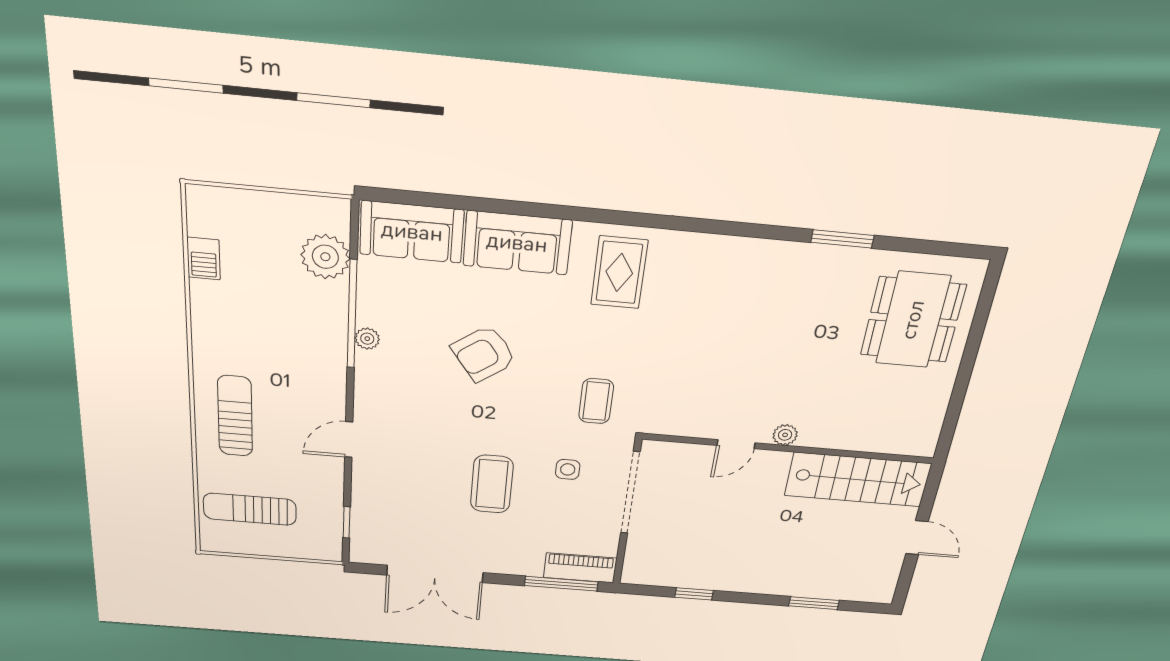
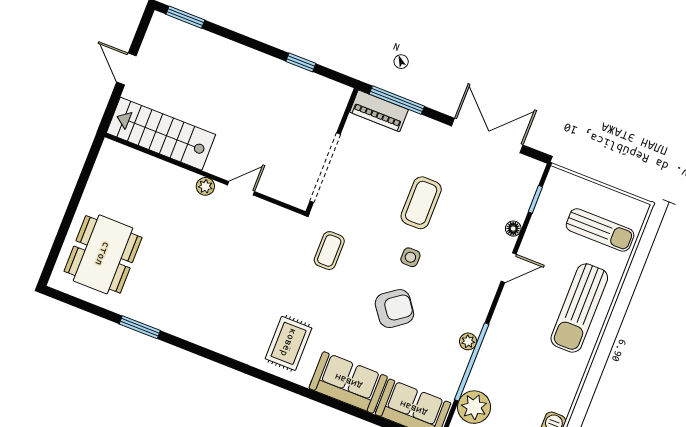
sun lounger: (235, 416) -> (579, 308), width x1.36, depth x1.34
side table: (568, 469) -> (410, 257), moved
floor lamp: (361, 484) -> (513, 229), added
window: (814, 603) -> (185, 17), moved

